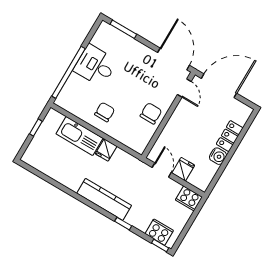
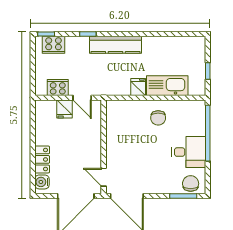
chair: (151, 113) -> (191, 184), moved, turned 180
water cooler: (218, 156) -> (42, 182), moved
cooker: (189, 198) -> (58, 87), moved

